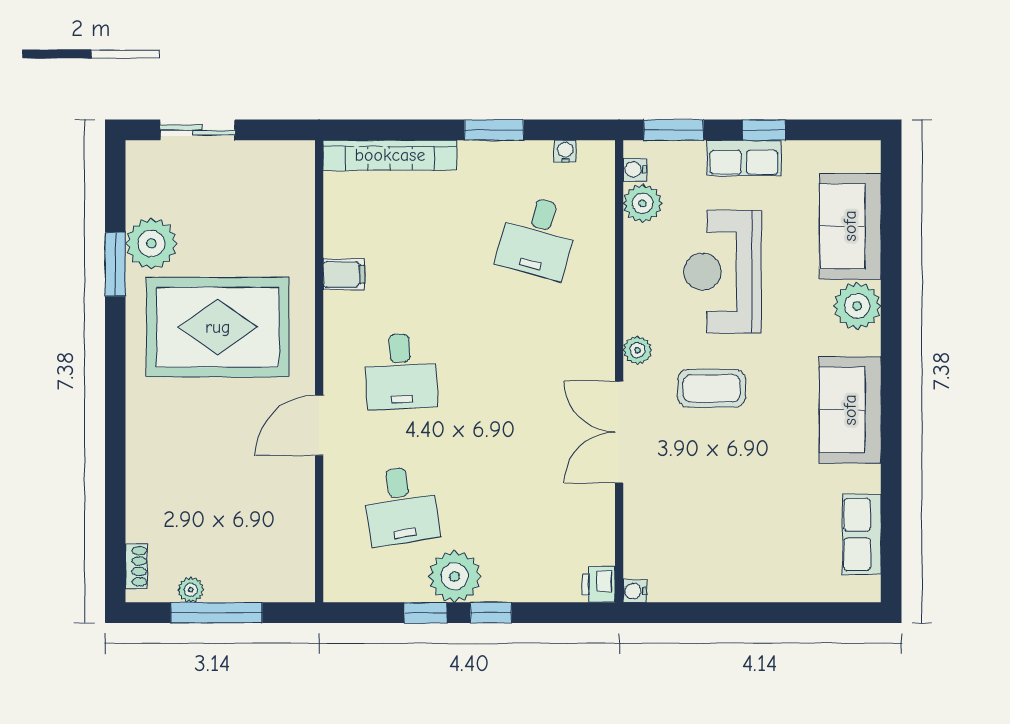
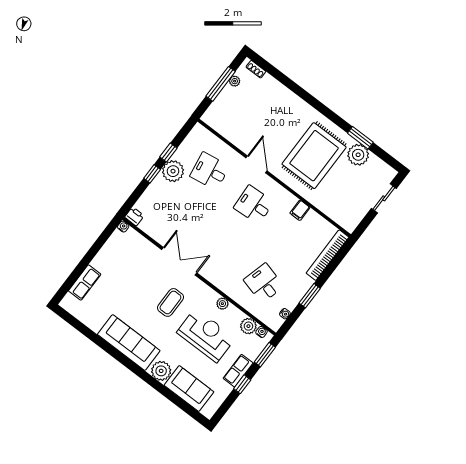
plant: (637, 350) -> (222, 304), moved
sofa: (850, 410) -> (129, 343), width x1.36
row of seats: (862, 535) -> (85, 283), moved, turned 90

